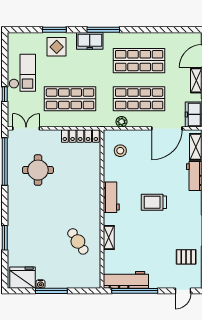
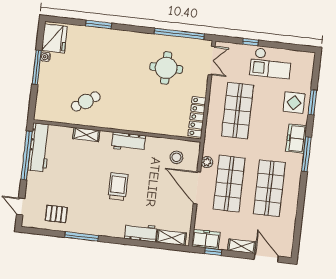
door: (167, 128) -> (197, 188), moved
pallet: (186, 257) -> (56, 214), turned 90

